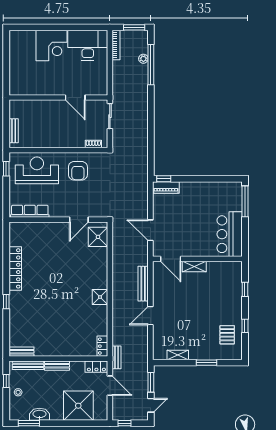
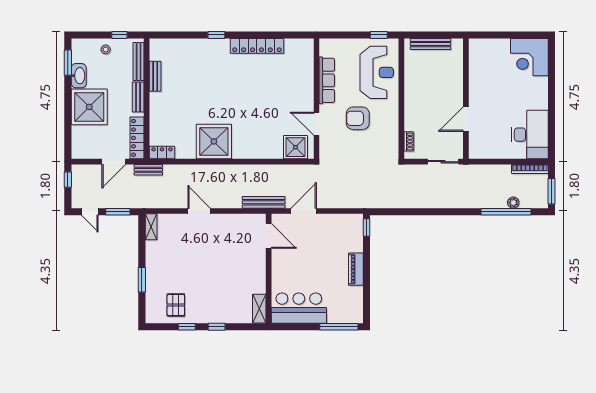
corner desk: (52, 46) -> (529, 57), moved
bench: (14, 131) -> (430, 44), width x1.36
armchair: (78, 171) -> (358, 118), moved
piano: (166, 188) -> (356, 269), moved
row of seats: (30, 211) -> (327, 80), moved
door: (171, 259) -> (269, 236), swing flipped
shelving: (194, 267) -> (259, 309), moved
bench: (143, 284) -> (264, 202), moved
window: (245, 289) -> (217, 327), moved
shower: (100, 297) -> (214, 141), width x1.86, depth x1.86
pallet: (227, 335) -> (176, 305), turned 90
bench: (21, 352) -> (155, 76), moved
shelving: (178, 355) -> (151, 227), moved
locker: (96, 367) -> (137, 138), width x1.53
shower: (78, 406) -> (89, 107), moved

